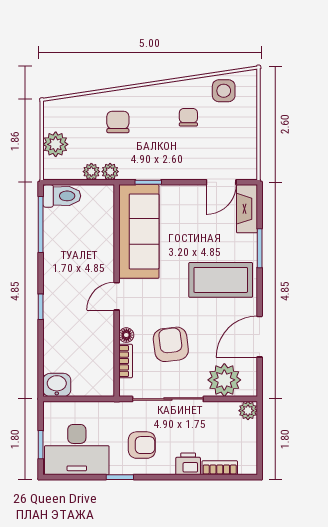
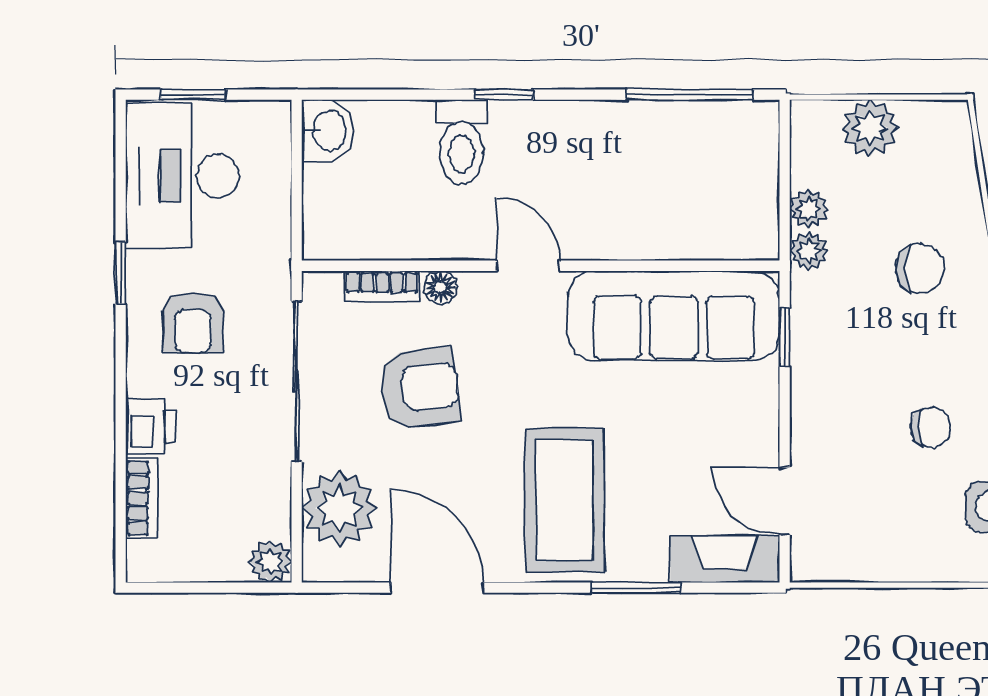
toilet: (62, 196) -> (462, 142), moved

